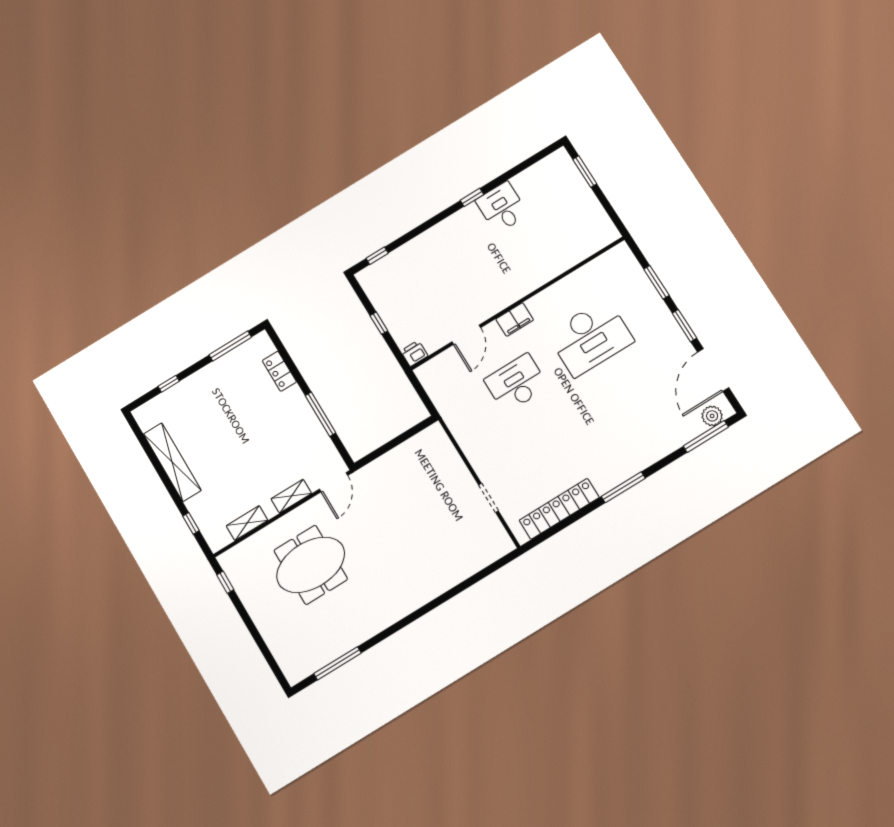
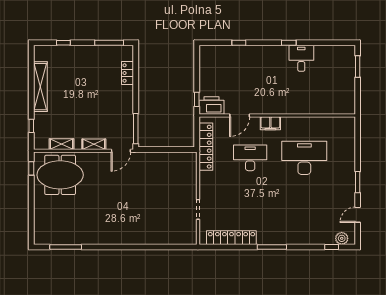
window: (377, 256) -> (239, 43), moved
window: (656, 282) -> (358, 150), removed
window: (379, 323) -> (197, 99), moved
desk: (590, 338) -> (304, 158), turned 180
printer: (414, 353) -> (212, 105), width x1.87, depth x1.48
door: (713, 370) -> (358, 215), width x0.53
locker: (446, 405) -> (206, 147), added
window: (320, 414) -> (136, 129), moved
window: (706, 436) -> (332, 247), width x0.46
meeting table: (311, 565) -> (60, 175), moved

